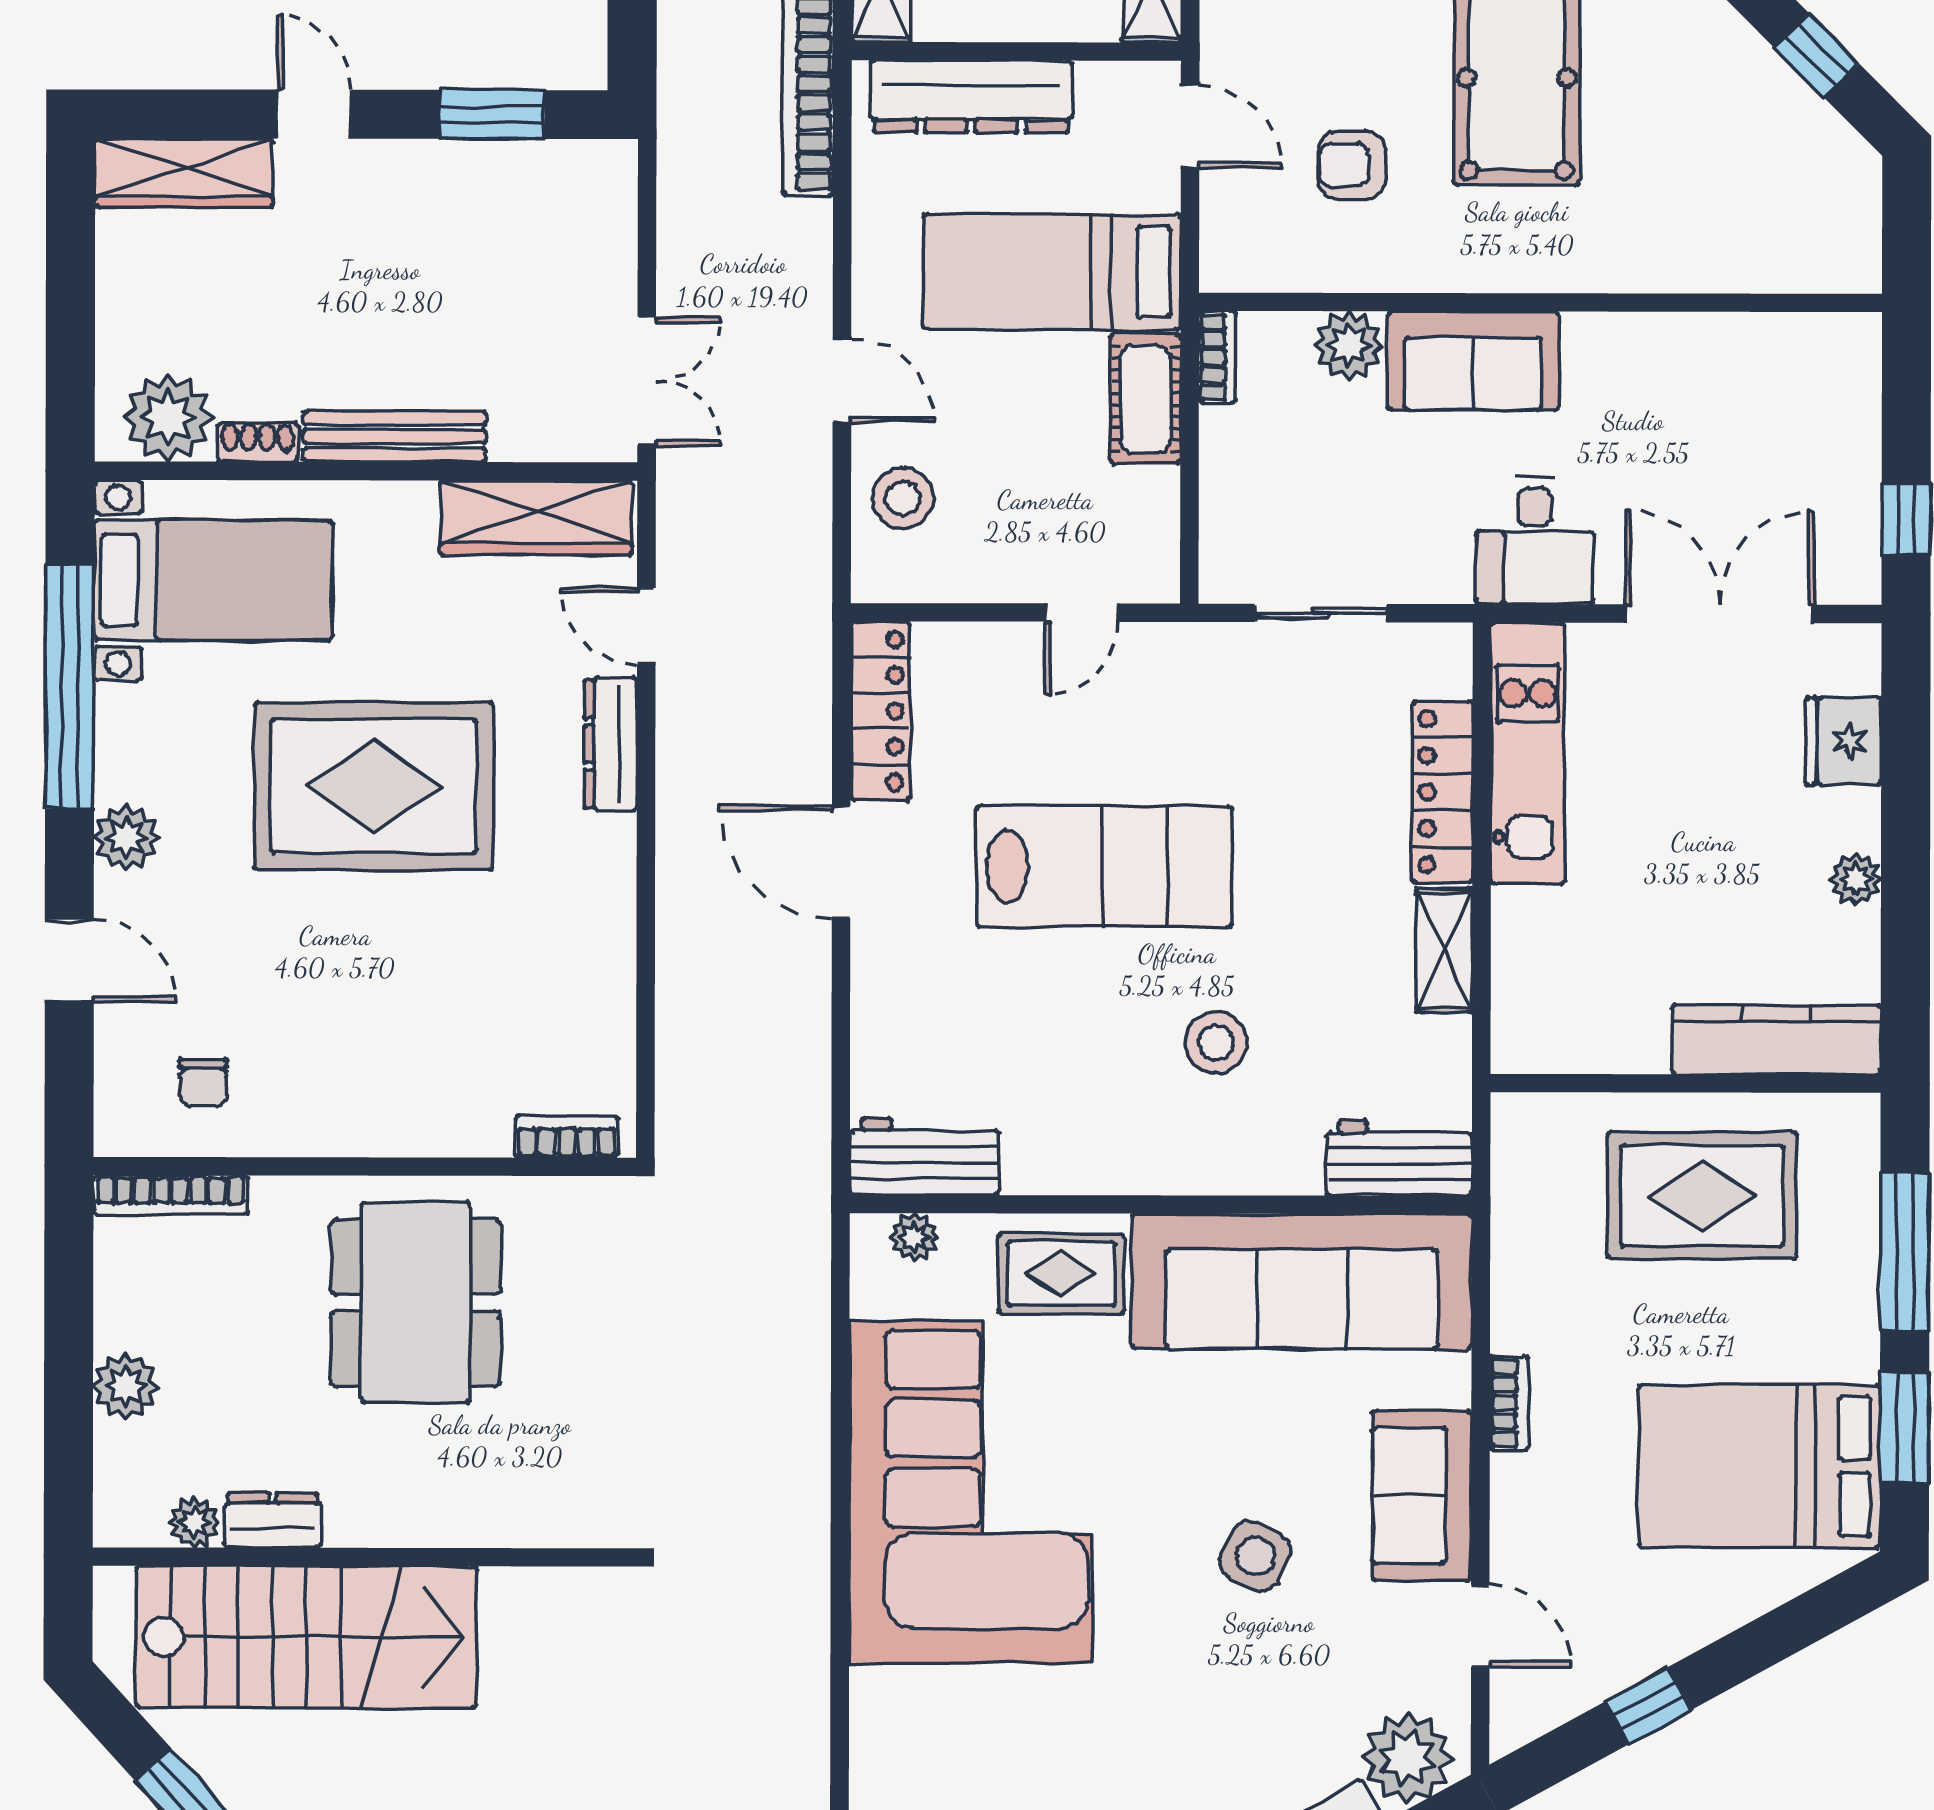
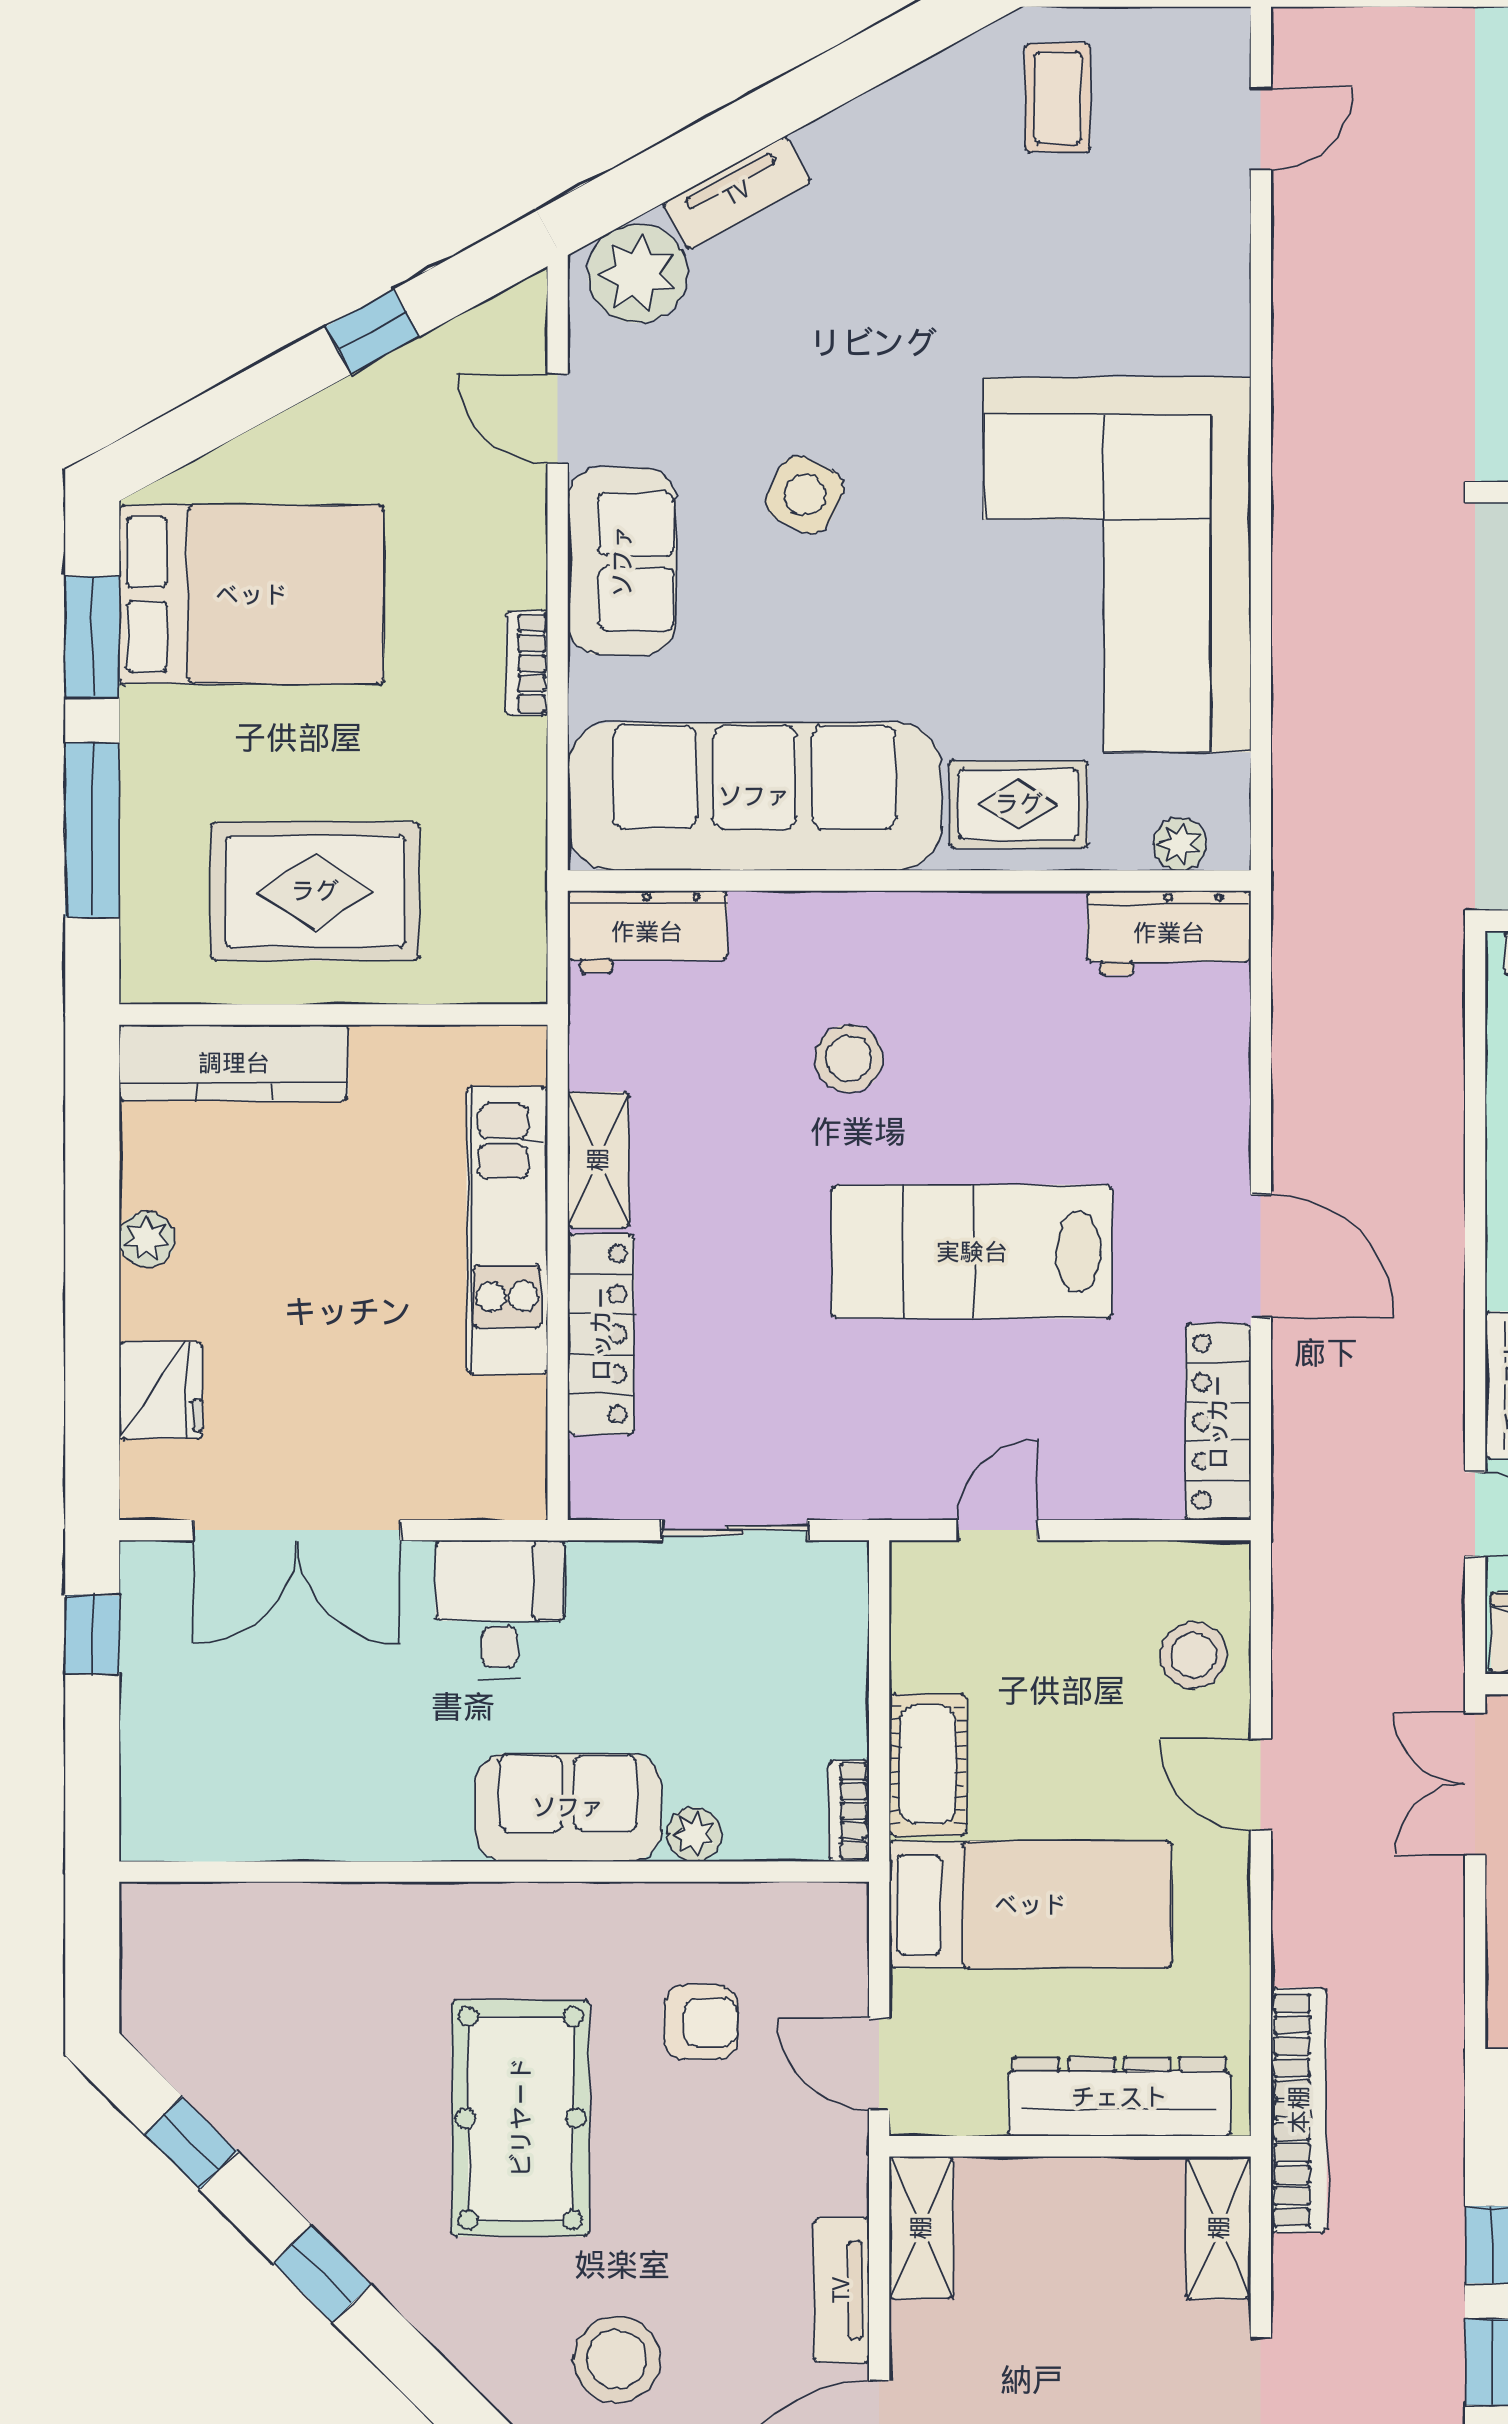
plant: (1349, 345) -> (694, 1834), width x0.73, depth x0.73
kitchen unit: (1528, 753) -> (507, 1231), moved

